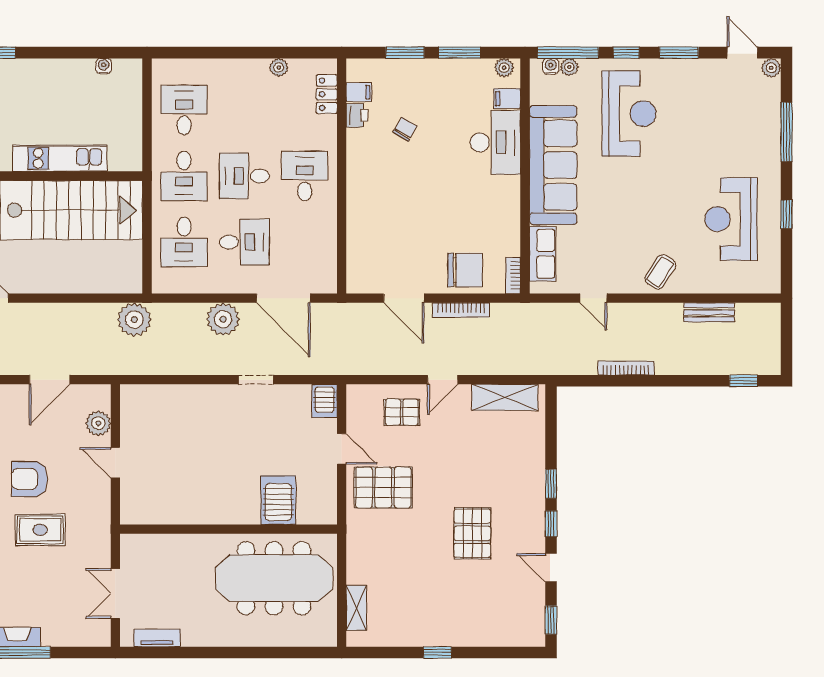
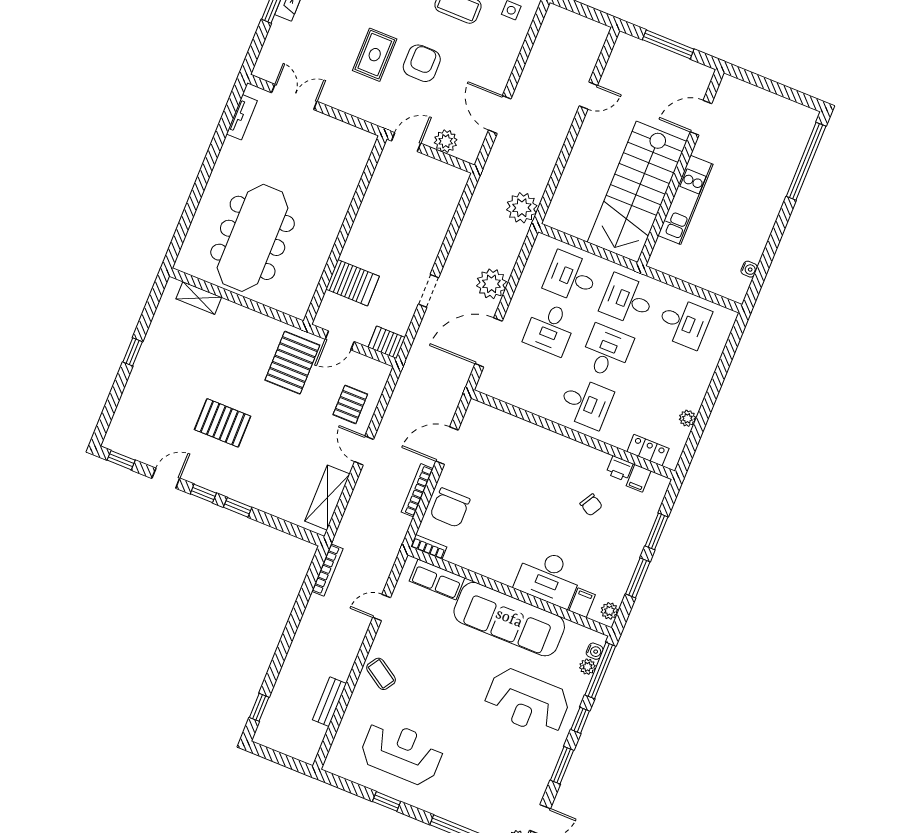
bookcase: (626, 368) -> (327, 570), moved
server rack: (278, 500) -> (353, 283), moved
wall: (229, 529) -> (345, 230), moved

